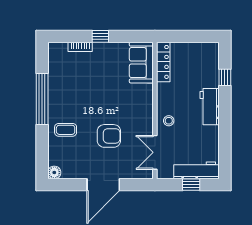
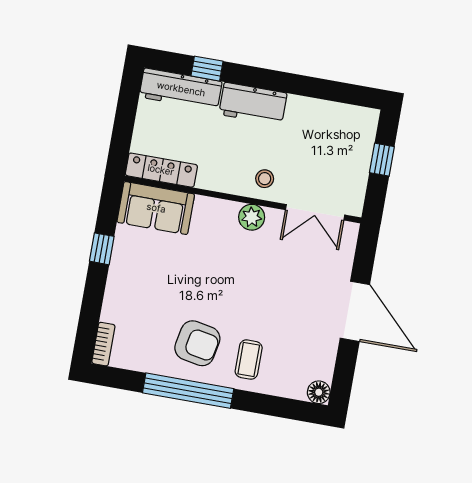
window: (100, 36) -> (102, 249), moved
bookcase: (80, 47) -> (103, 344), moved
plant: (146, 117) -> (252, 217), added
armchair: (109, 136) -> (197, 343), moved, turned 101
workbench: (196, 170) -> (181, 89), moved, turned -90

